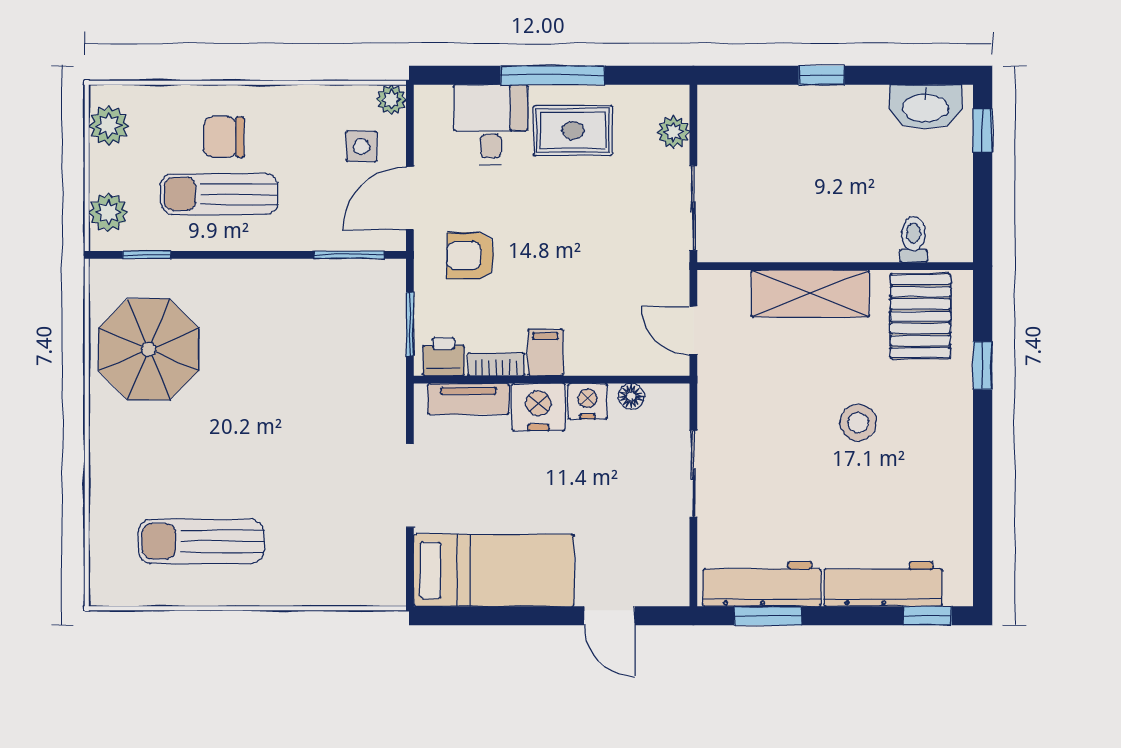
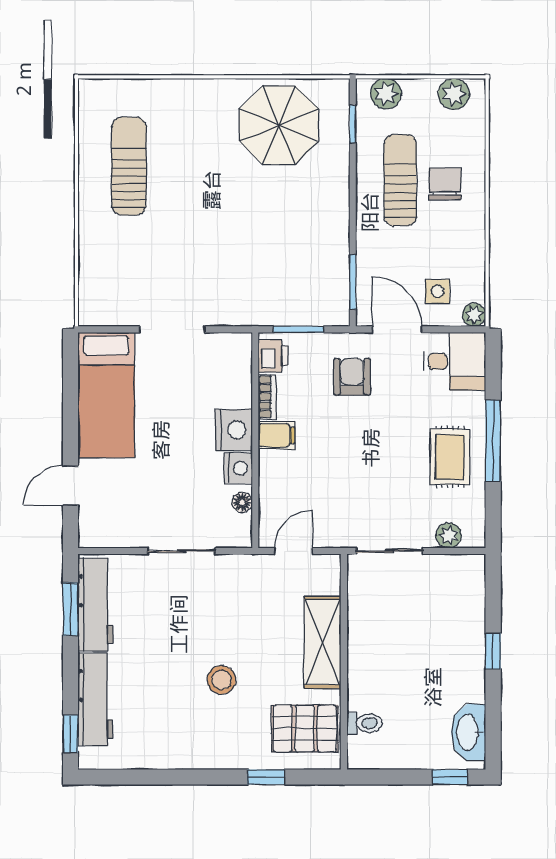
desk: (491, 125) -> (455, 361), moved
tv unit: (468, 399) -> (240, 375), removed

